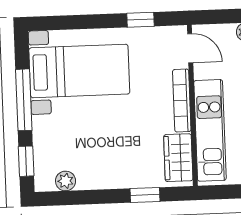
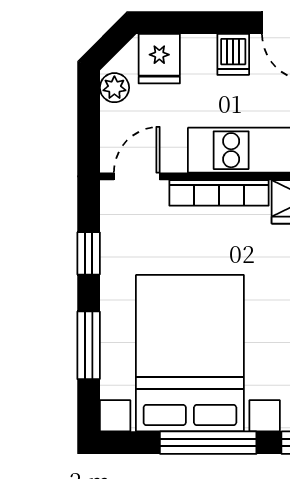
window: (82, 22) -> (89, 345), added
bed with nightstands: (79, 71) -> (190, 353), width x1.36

